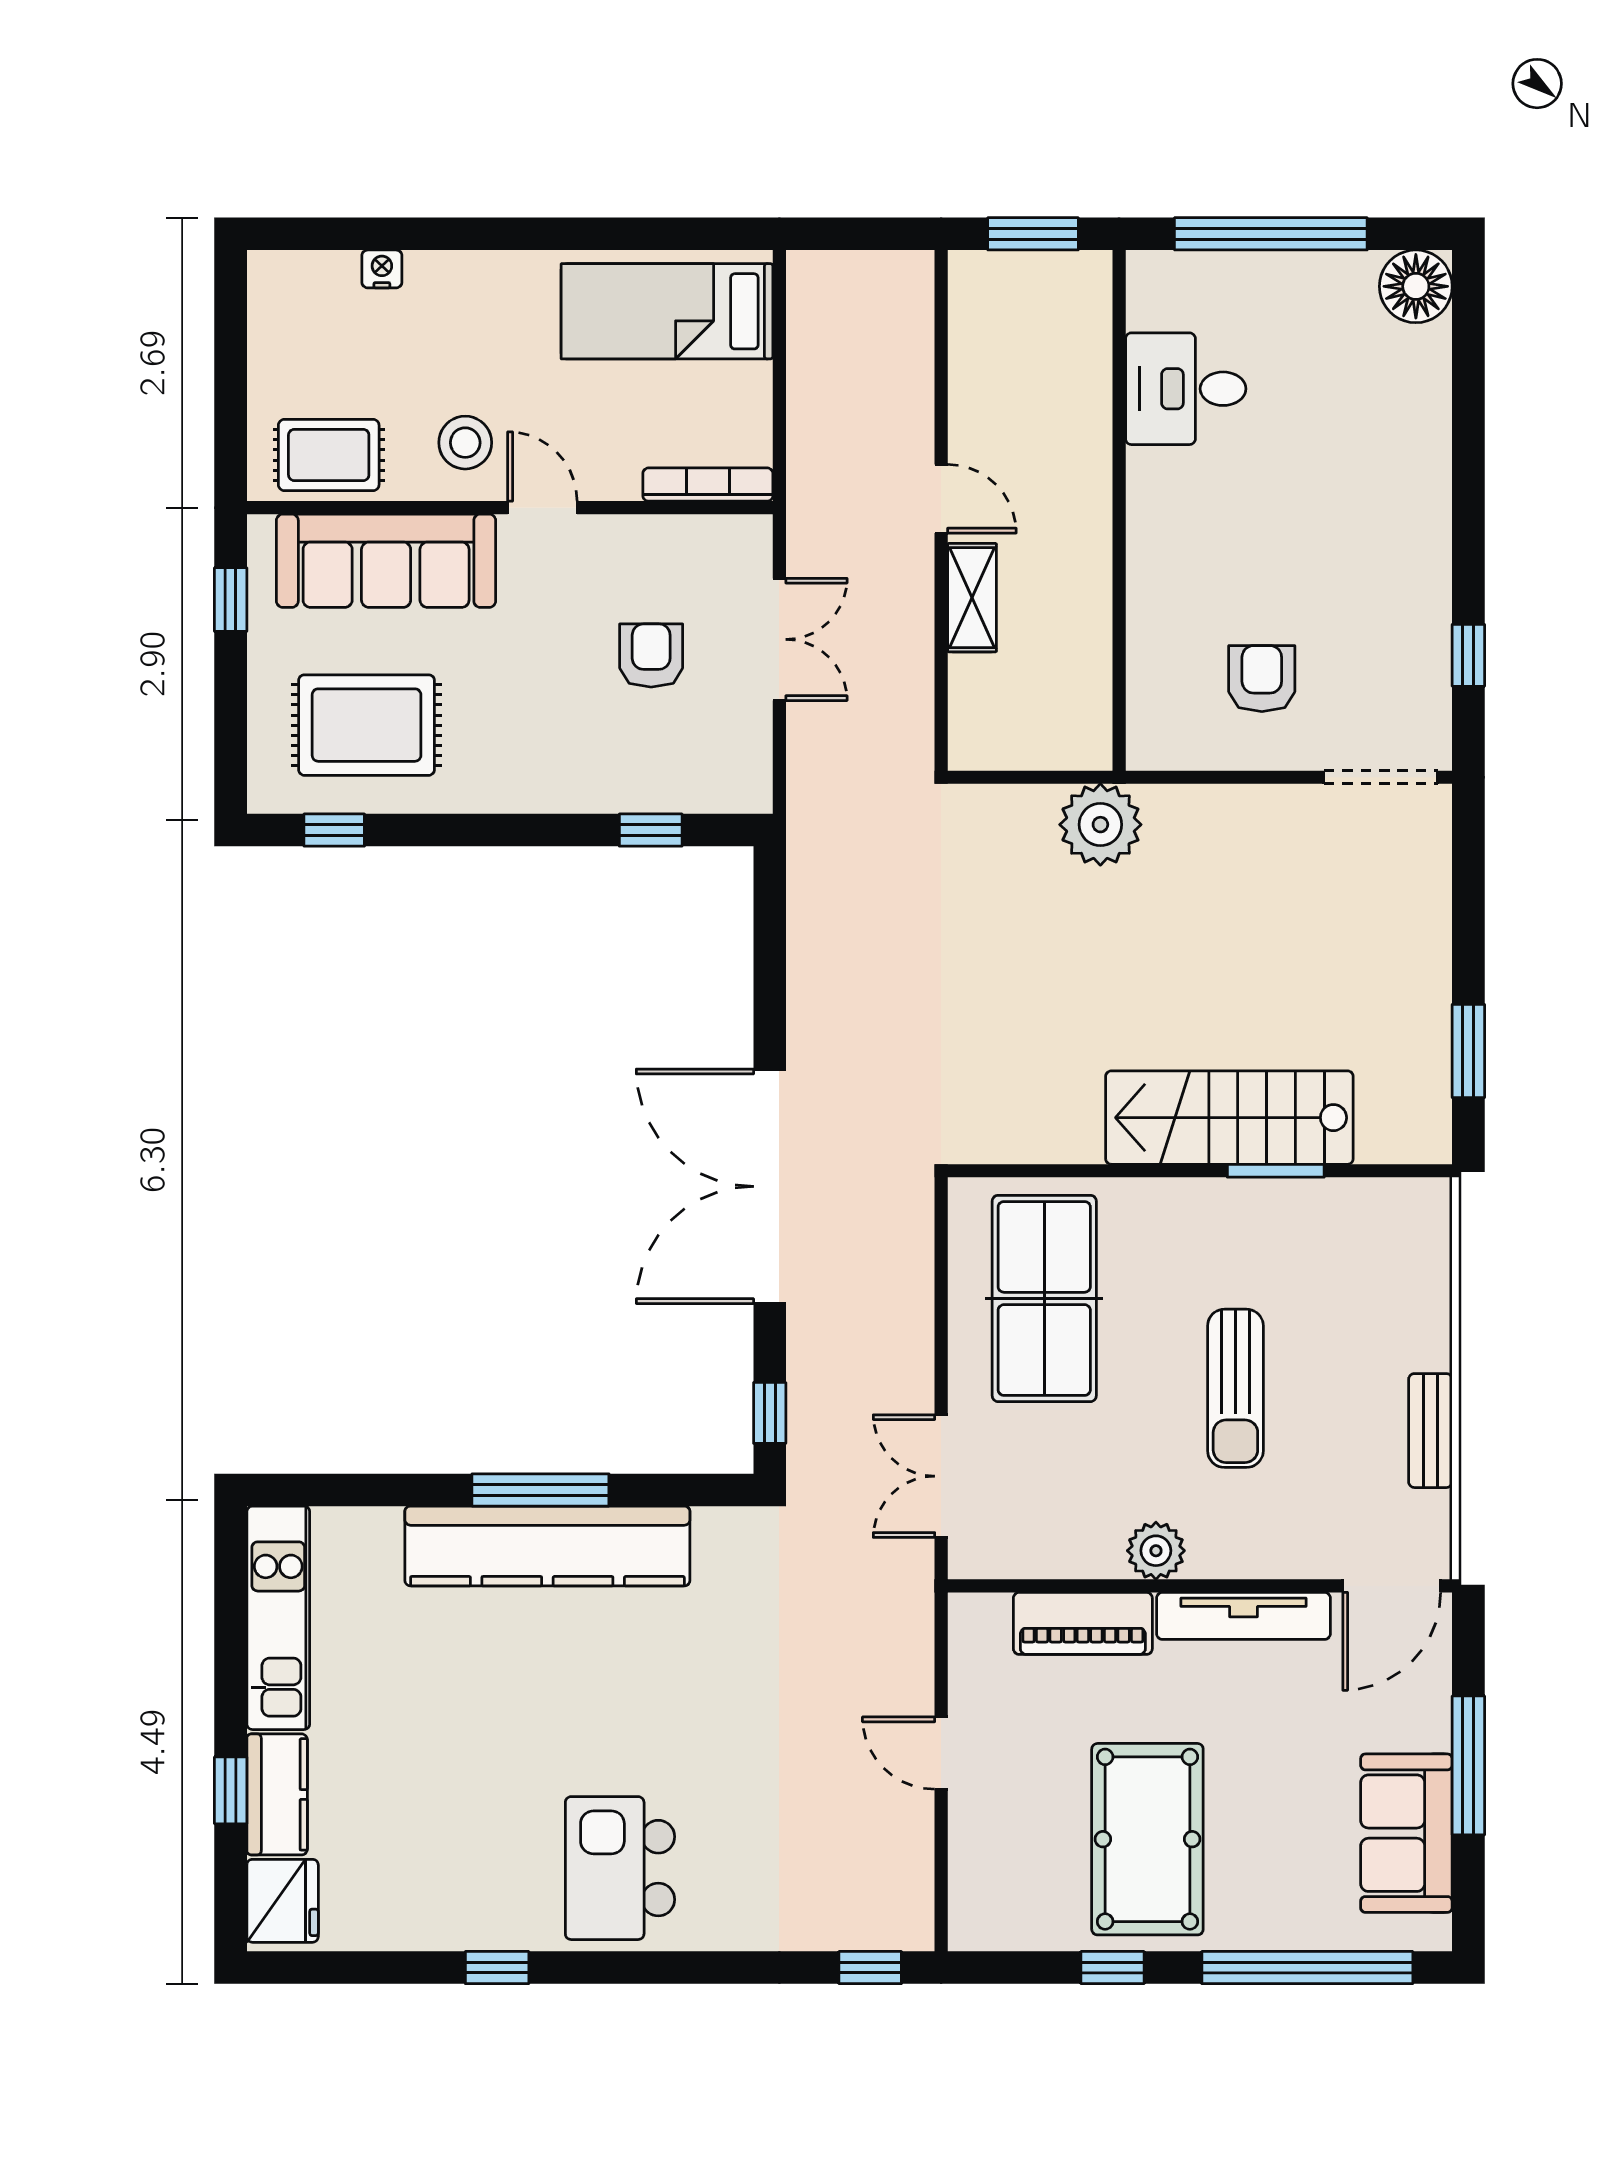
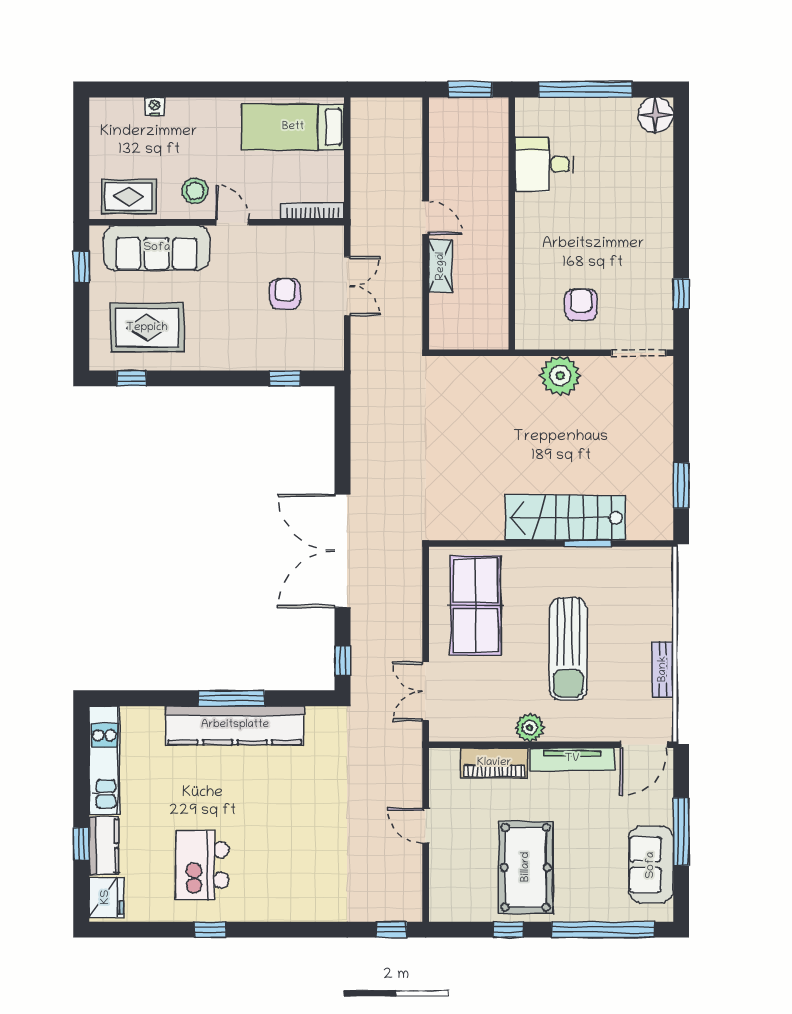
plant: (1100, 825) -> (560, 376), moved
sun lounger: (1235, 1388) -> (568, 649), width x1.36, depth x1.34
kitchen island: (620, 1868) -> (202, 865), moved

